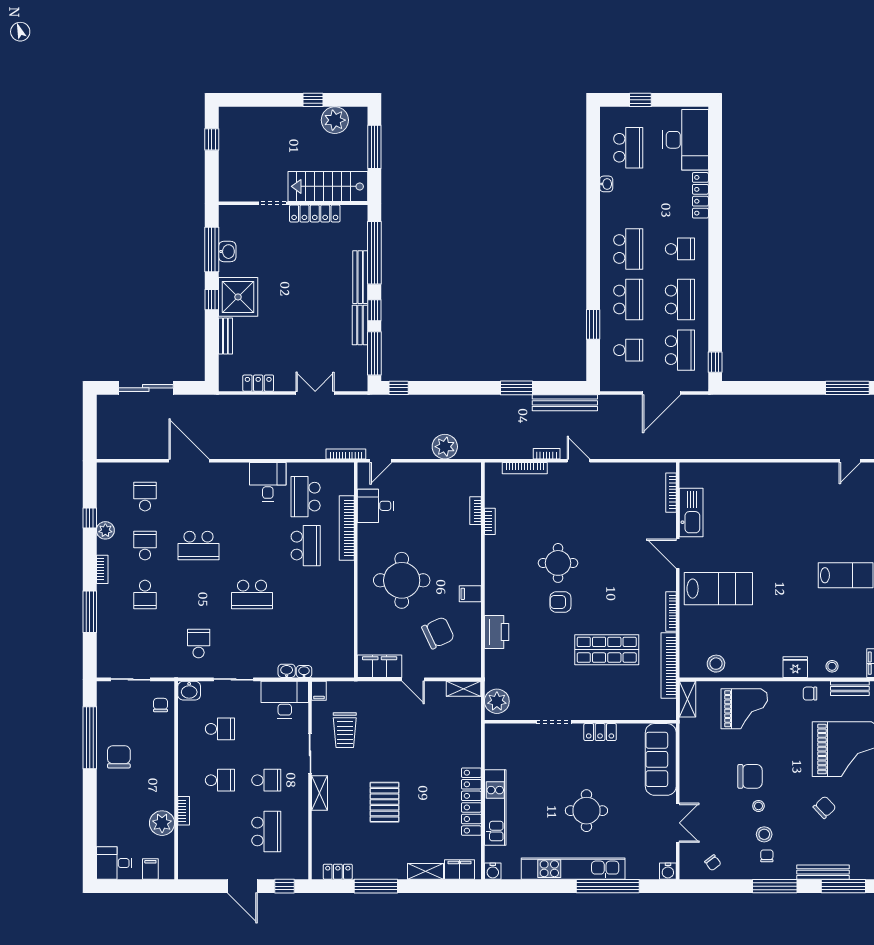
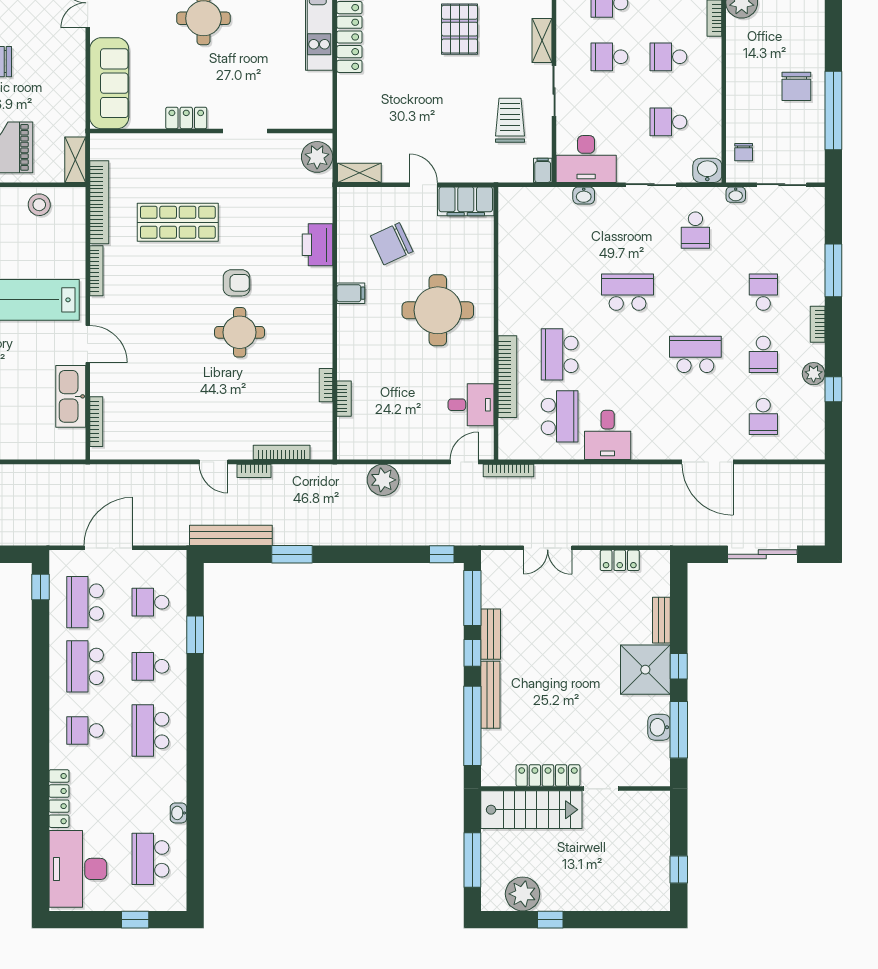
school desk: (628, 300) -> (151, 666), width x0.54
washbasin: (304, 672) -> (736, 195), moved

